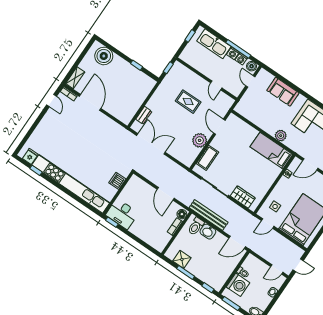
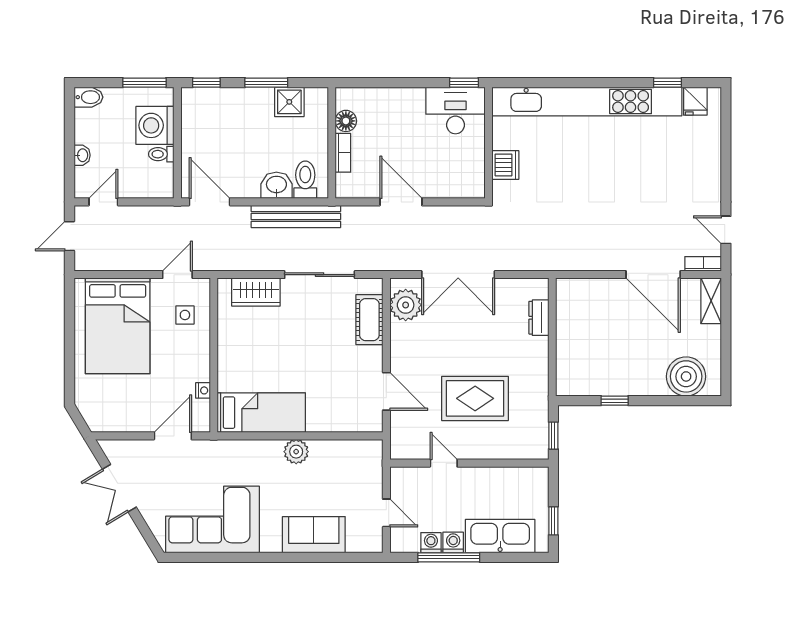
boiler: (252, 66) -> (403, 542), removed
rug: (188, 102) -> (475, 398), width x1.36, depth x1.43
plant: (281, 136) -> (296, 452), moved
plant: (200, 140) -> (406, 305), moved
double door: (151, 144) -> (458, 275), moved
floor lamp: (182, 214) -> (346, 121), moved
door: (237, 242) -> (209, 202), hinge flipped

